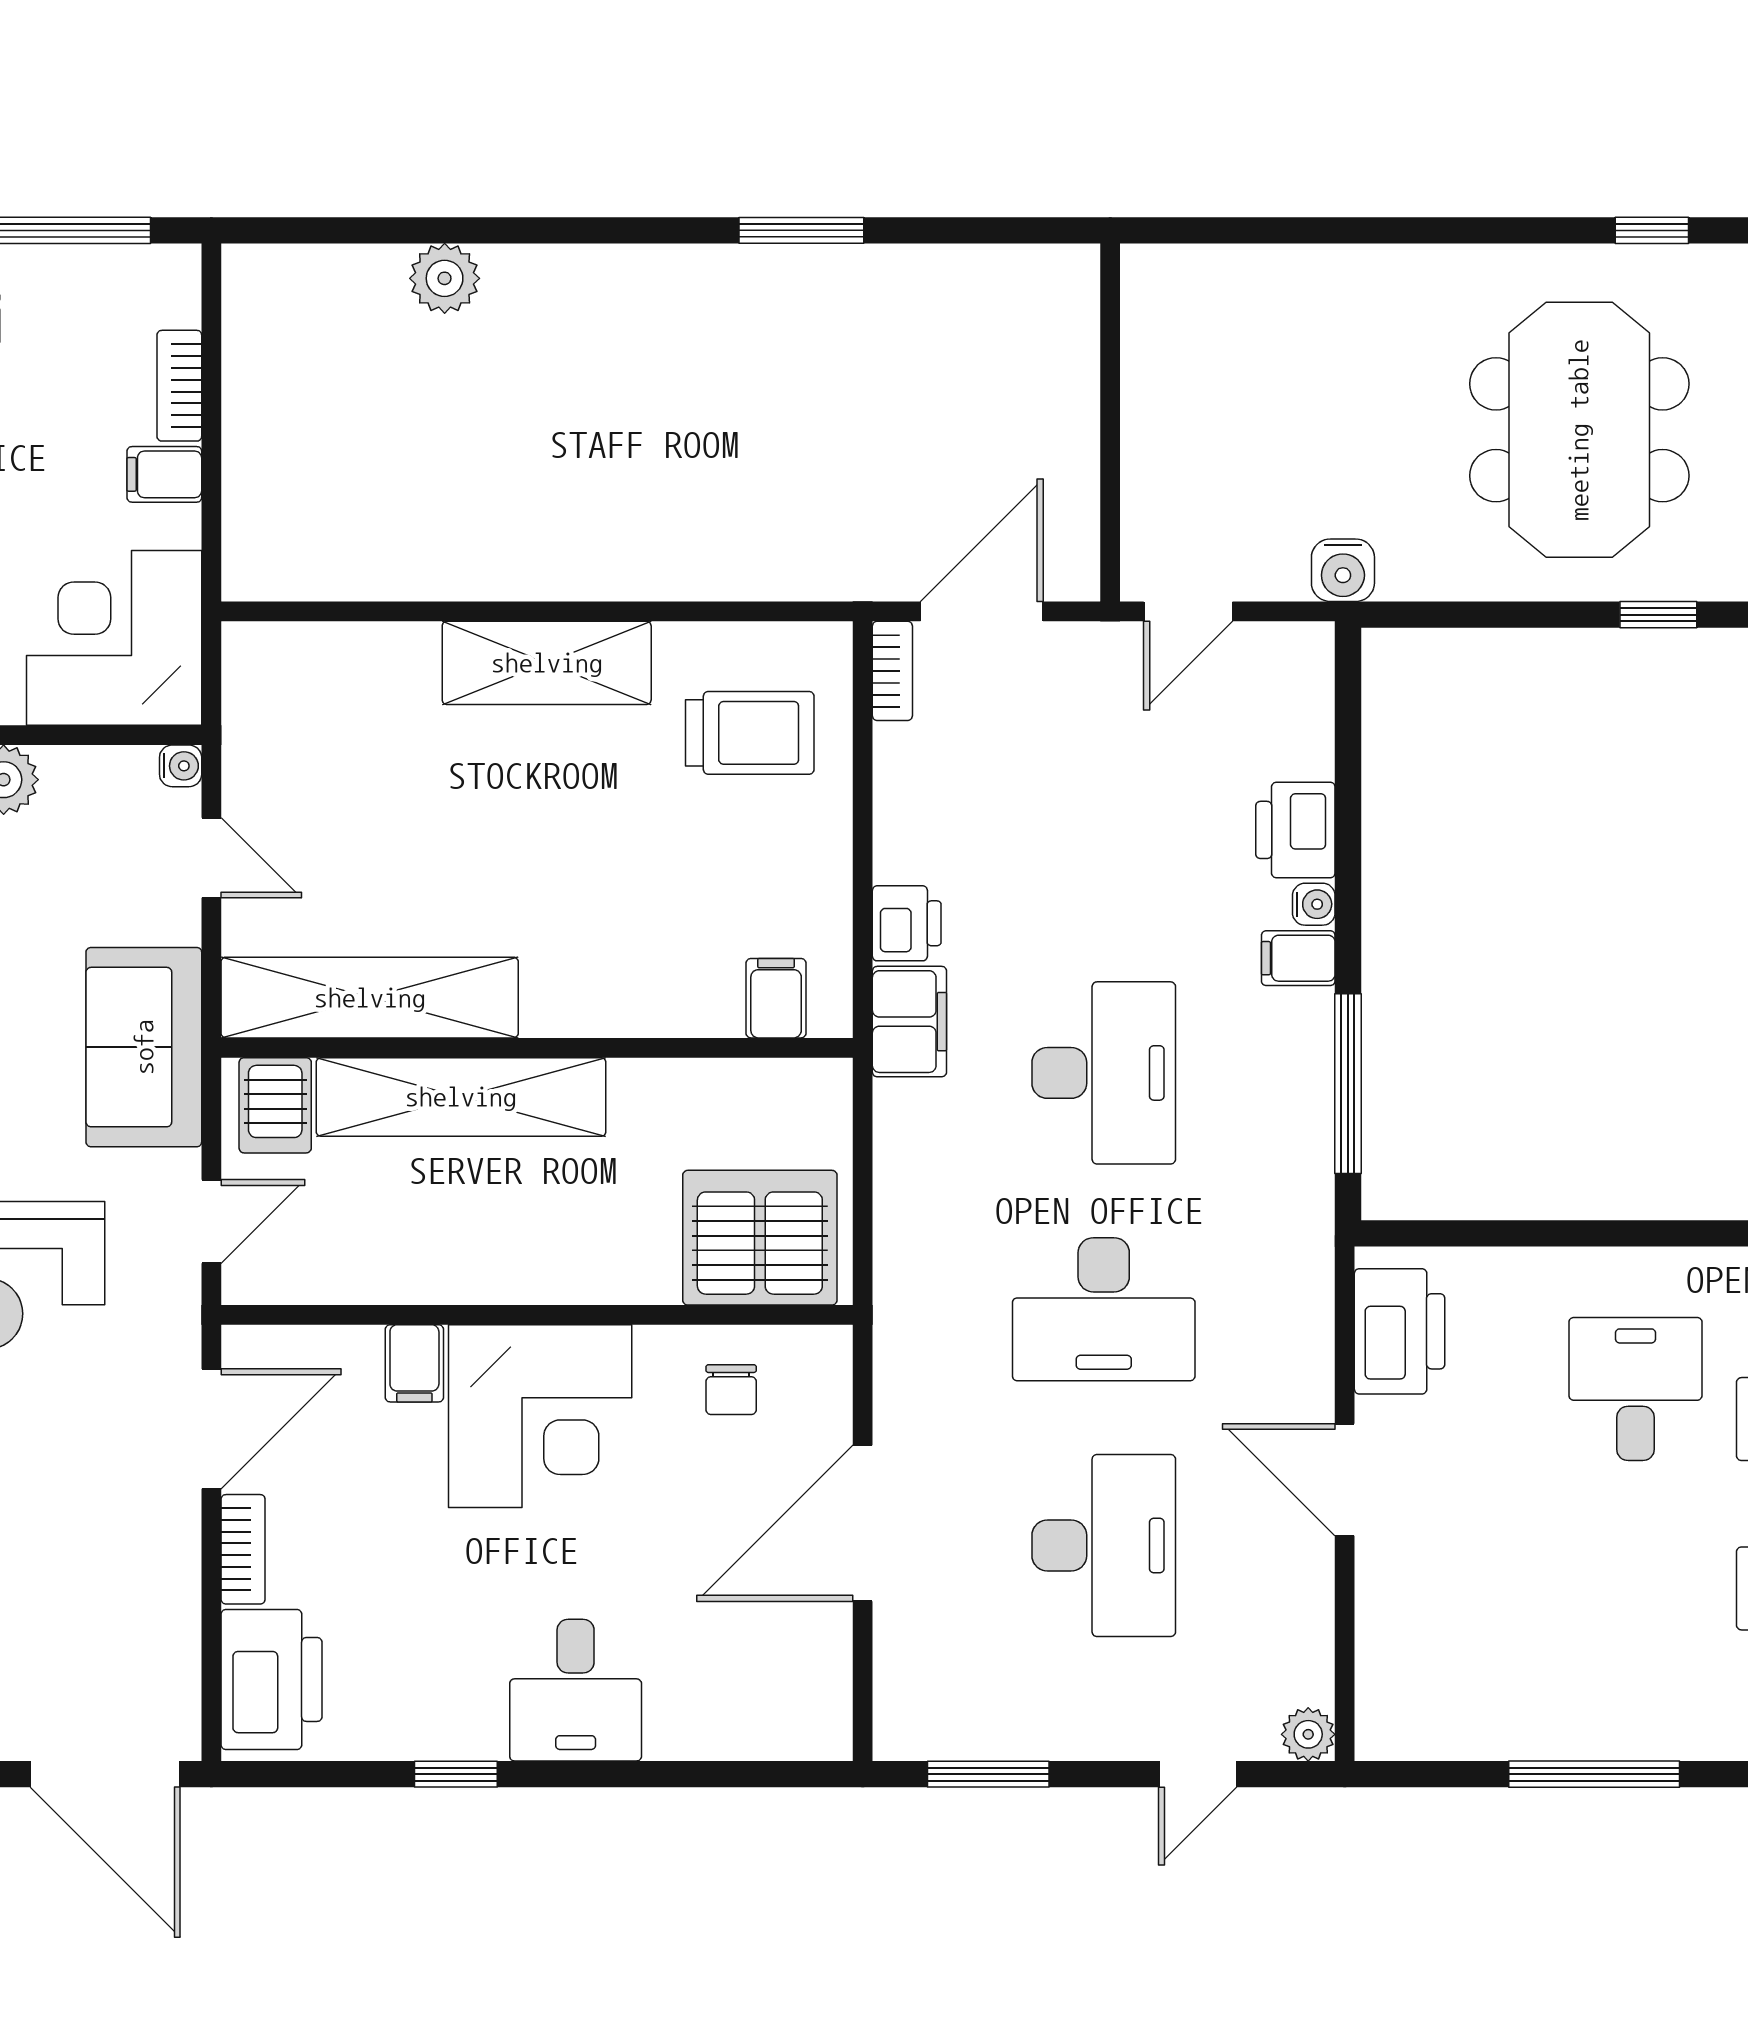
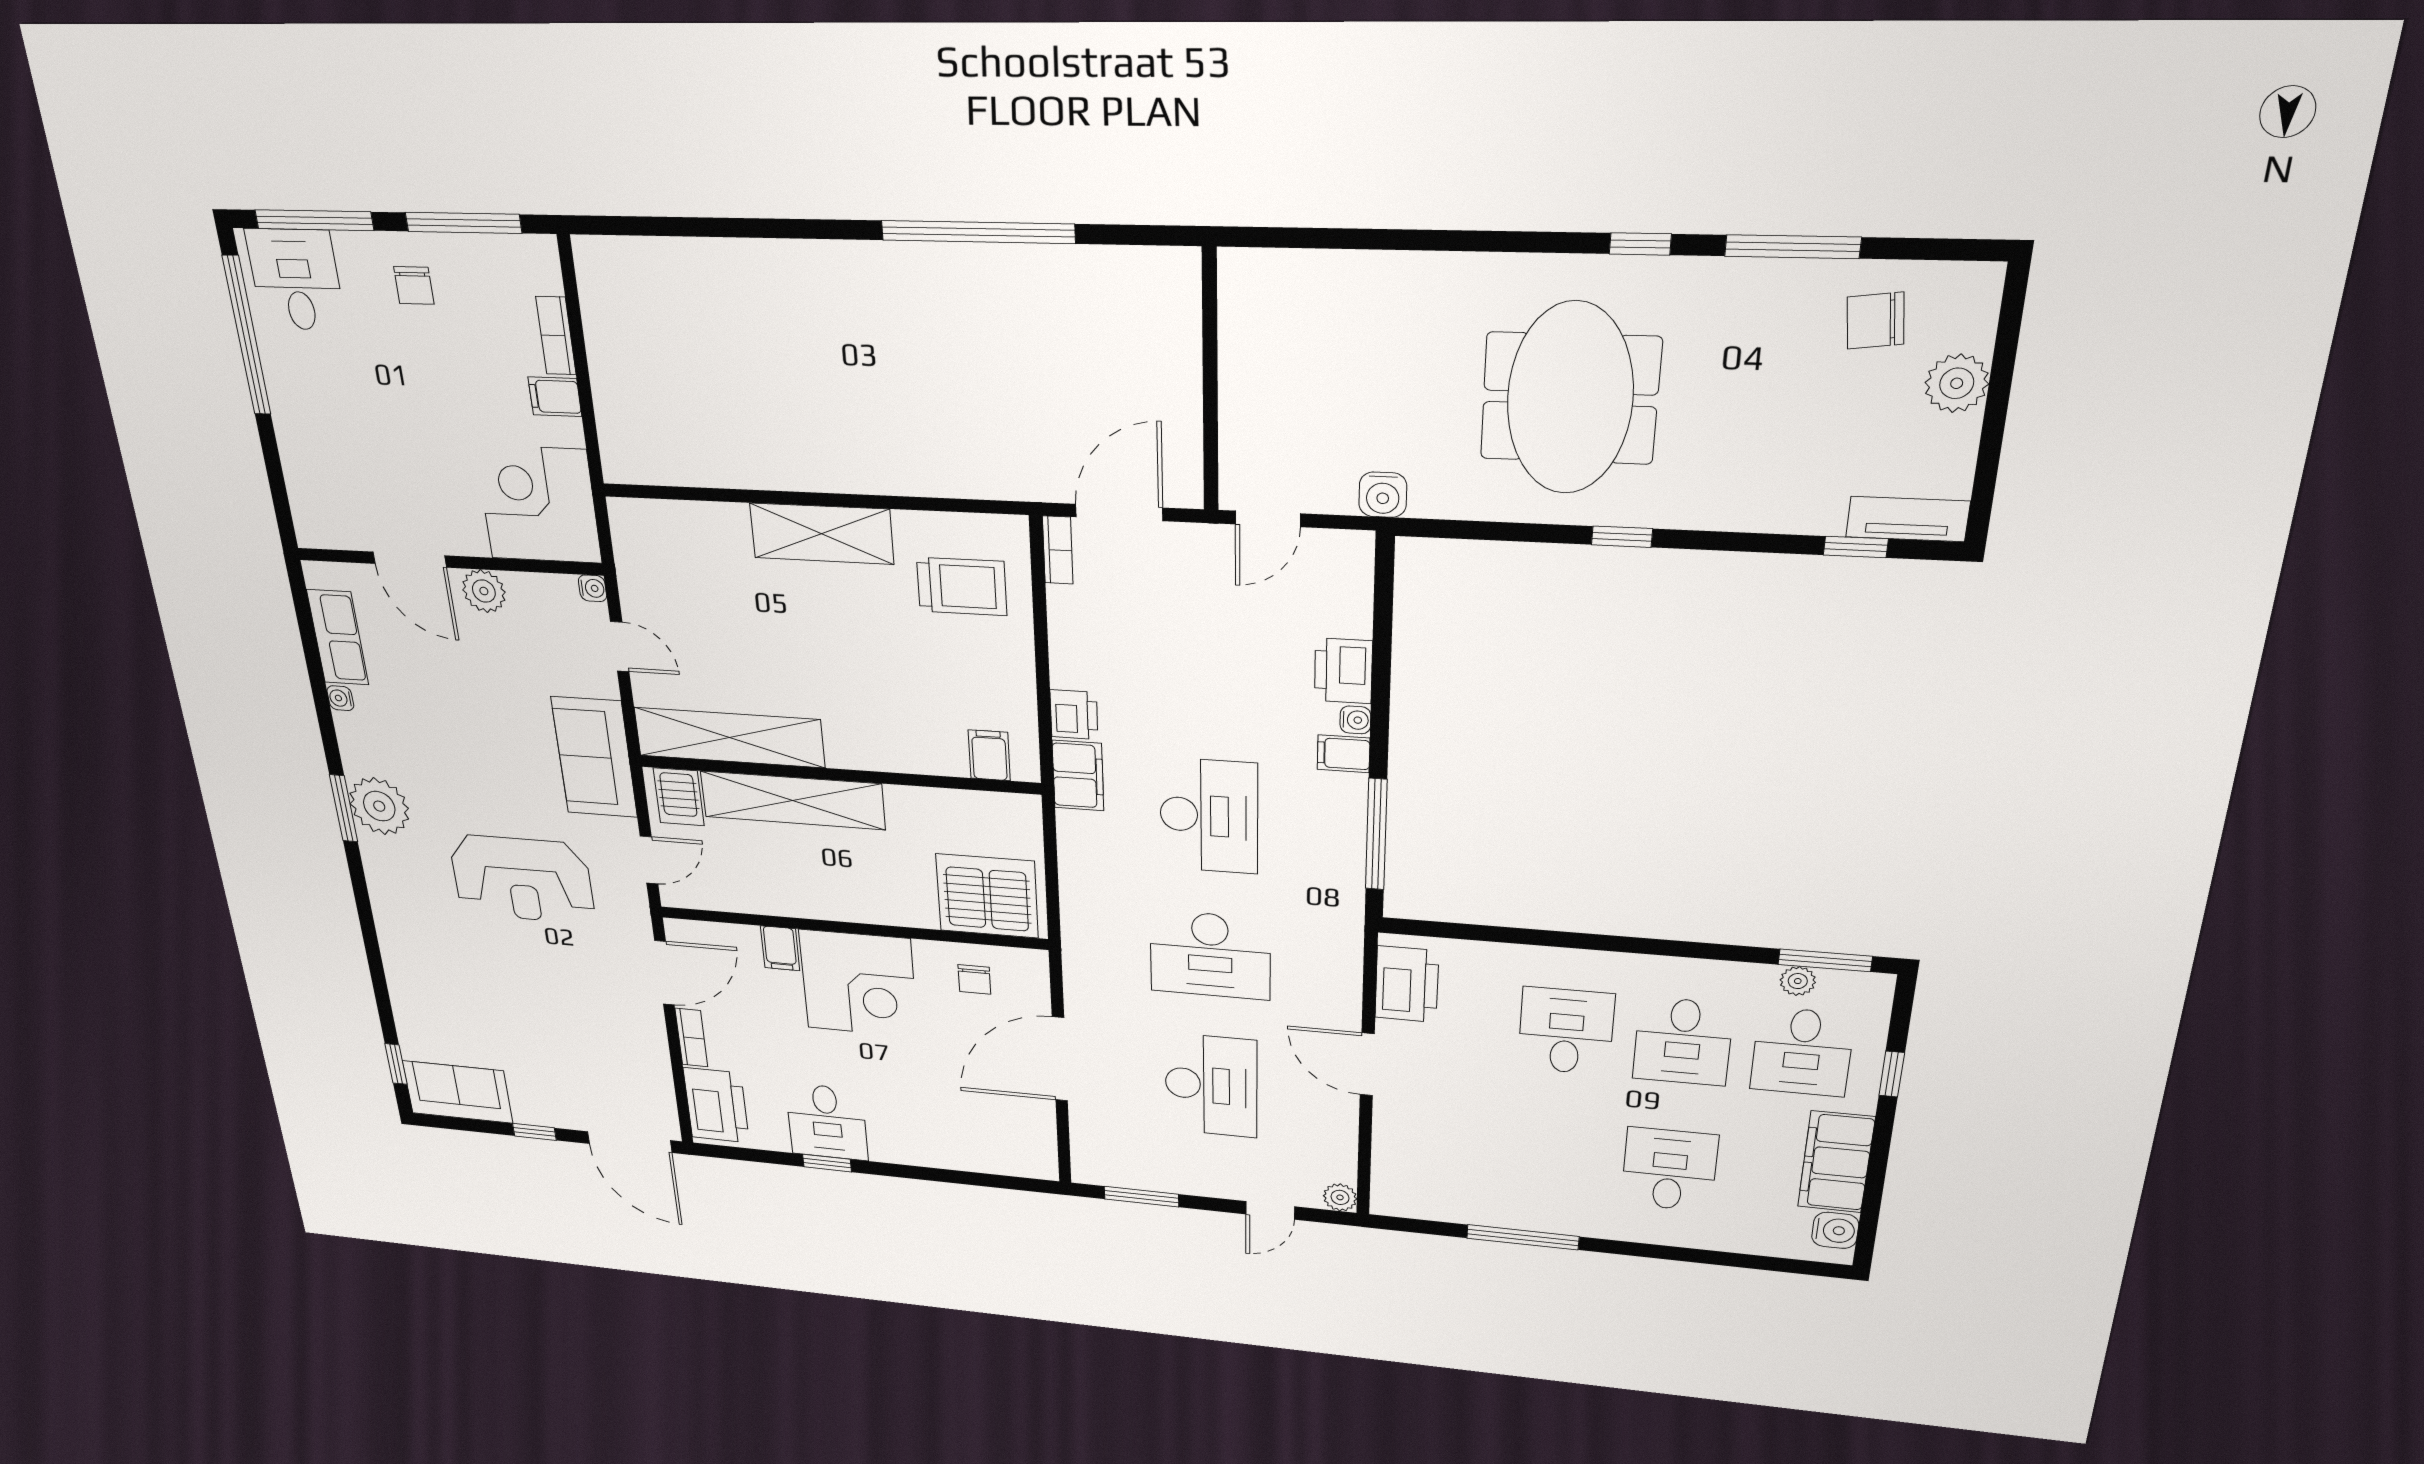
window: (801, 230) -> (978, 232), width x2.11
plant: (445, 278) -> (726, 263), removed
desk: (576, 1690) -> (827, 1122), moved

